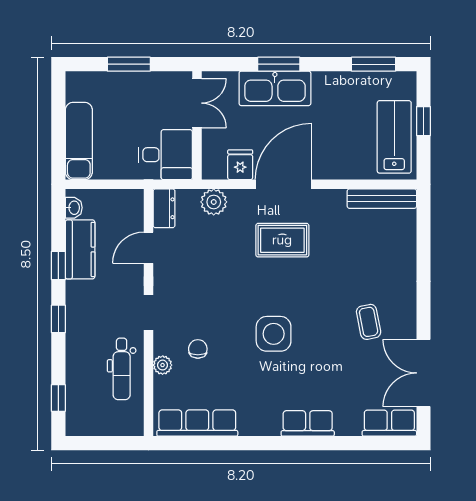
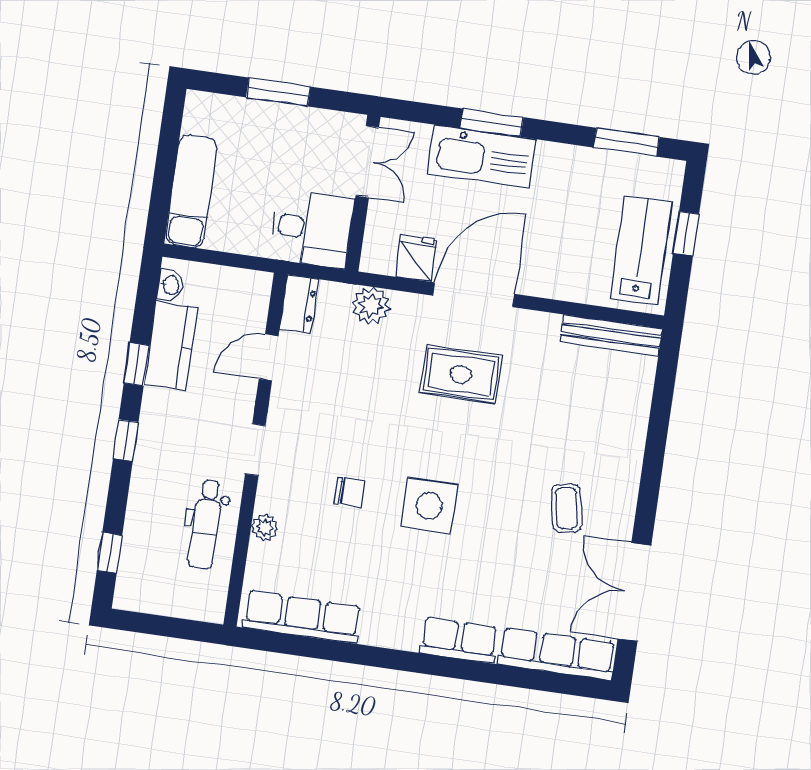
chair: (198, 349) -> (349, 492), moved, turned 90
row of seats: (389, 423) -> (557, 654), width x1.48

